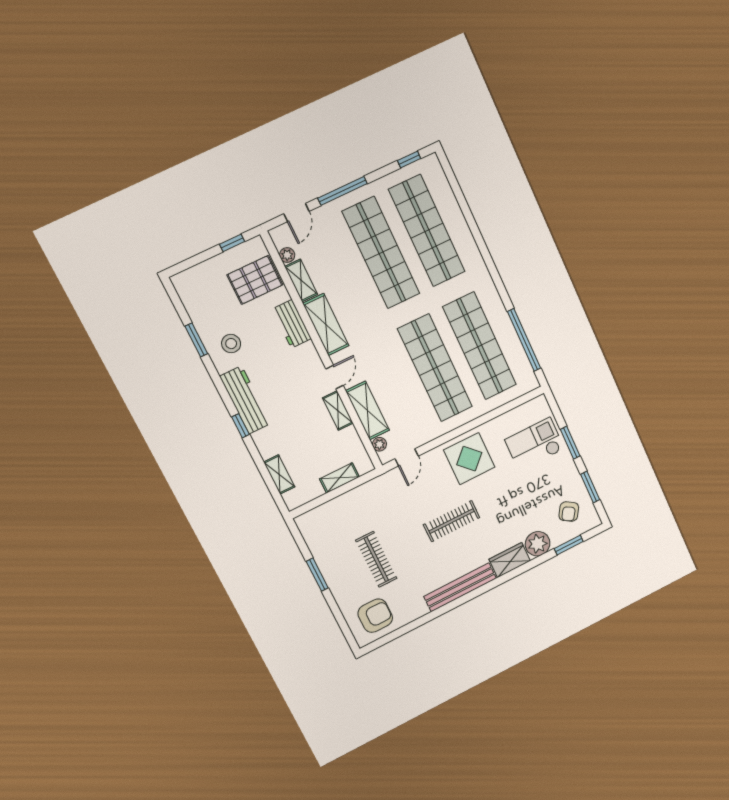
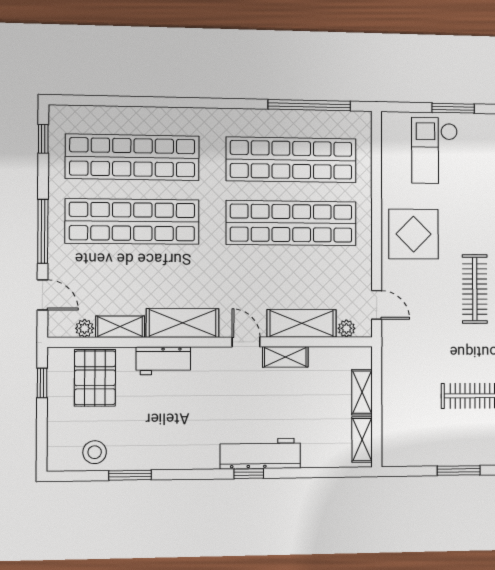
stool: (231, 344) -> (95, 452), moved
workbench: (245, 400) -> (260, 454), moved
shelving: (279, 475) -> (362, 440), moved, turned 90

